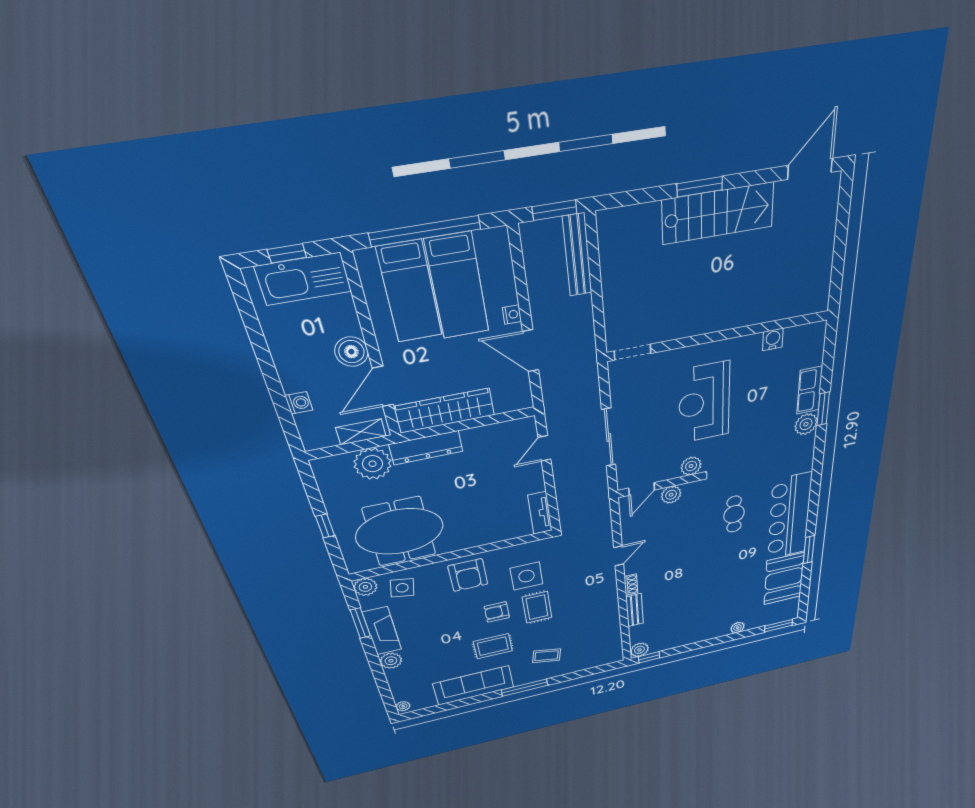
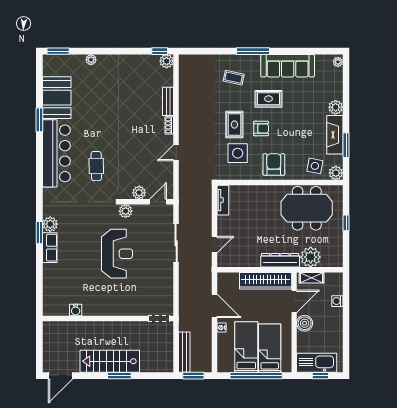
wall: (719, 336) -> (108, 319), moved
water cooler: (773, 339) -> (76, 310), moved
doorway: (632, 352) -> (159, 319), moved

